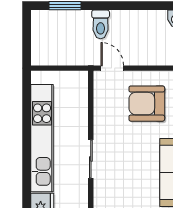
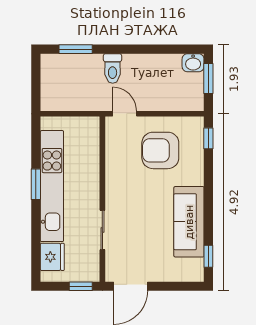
window: (27, 136) -> (36, 184), added
sliding door: (91, 159) -> (102, 230), moved

